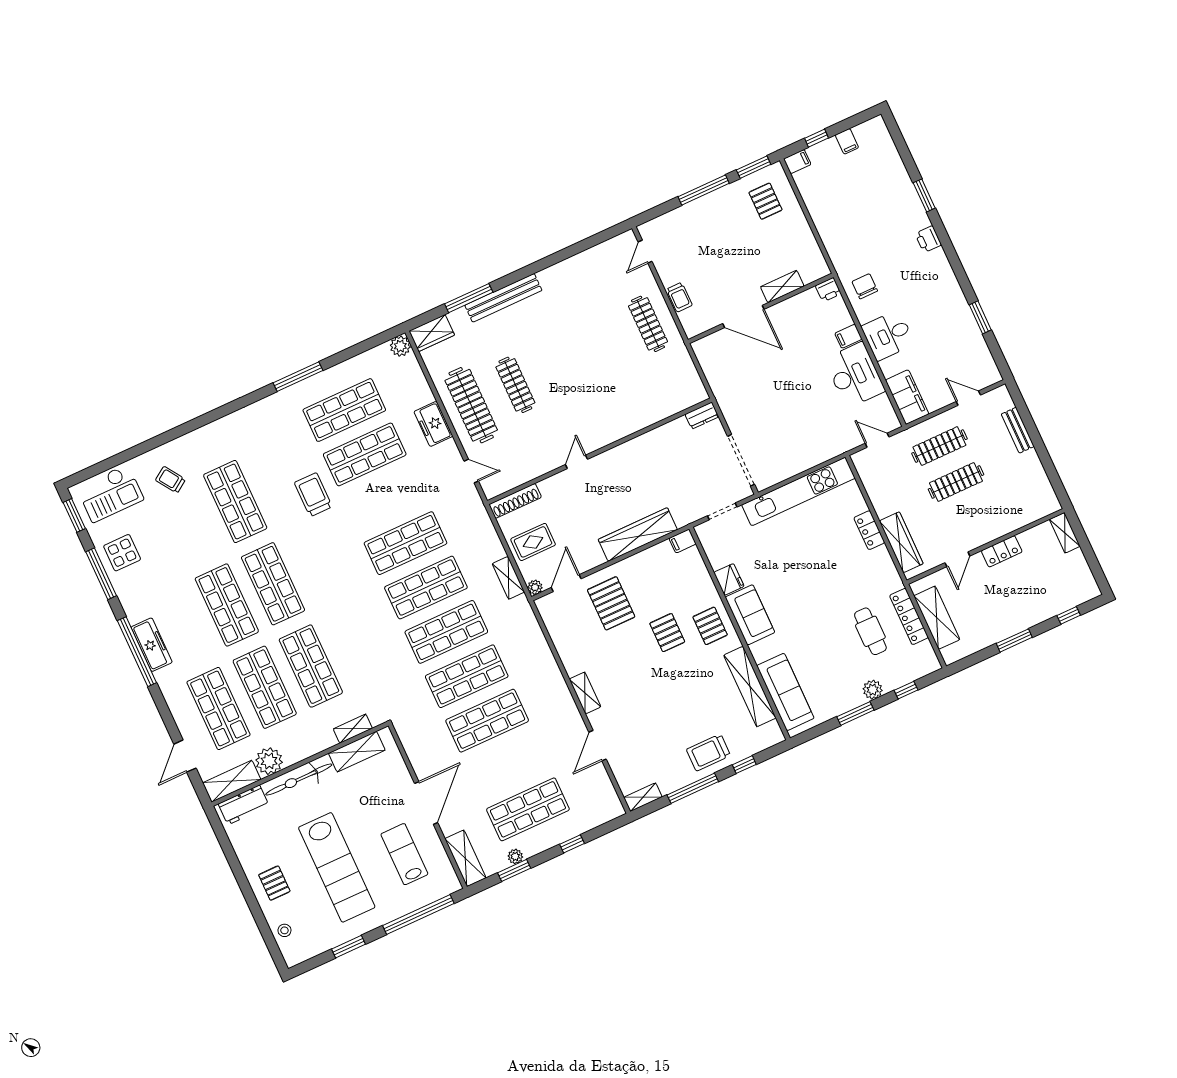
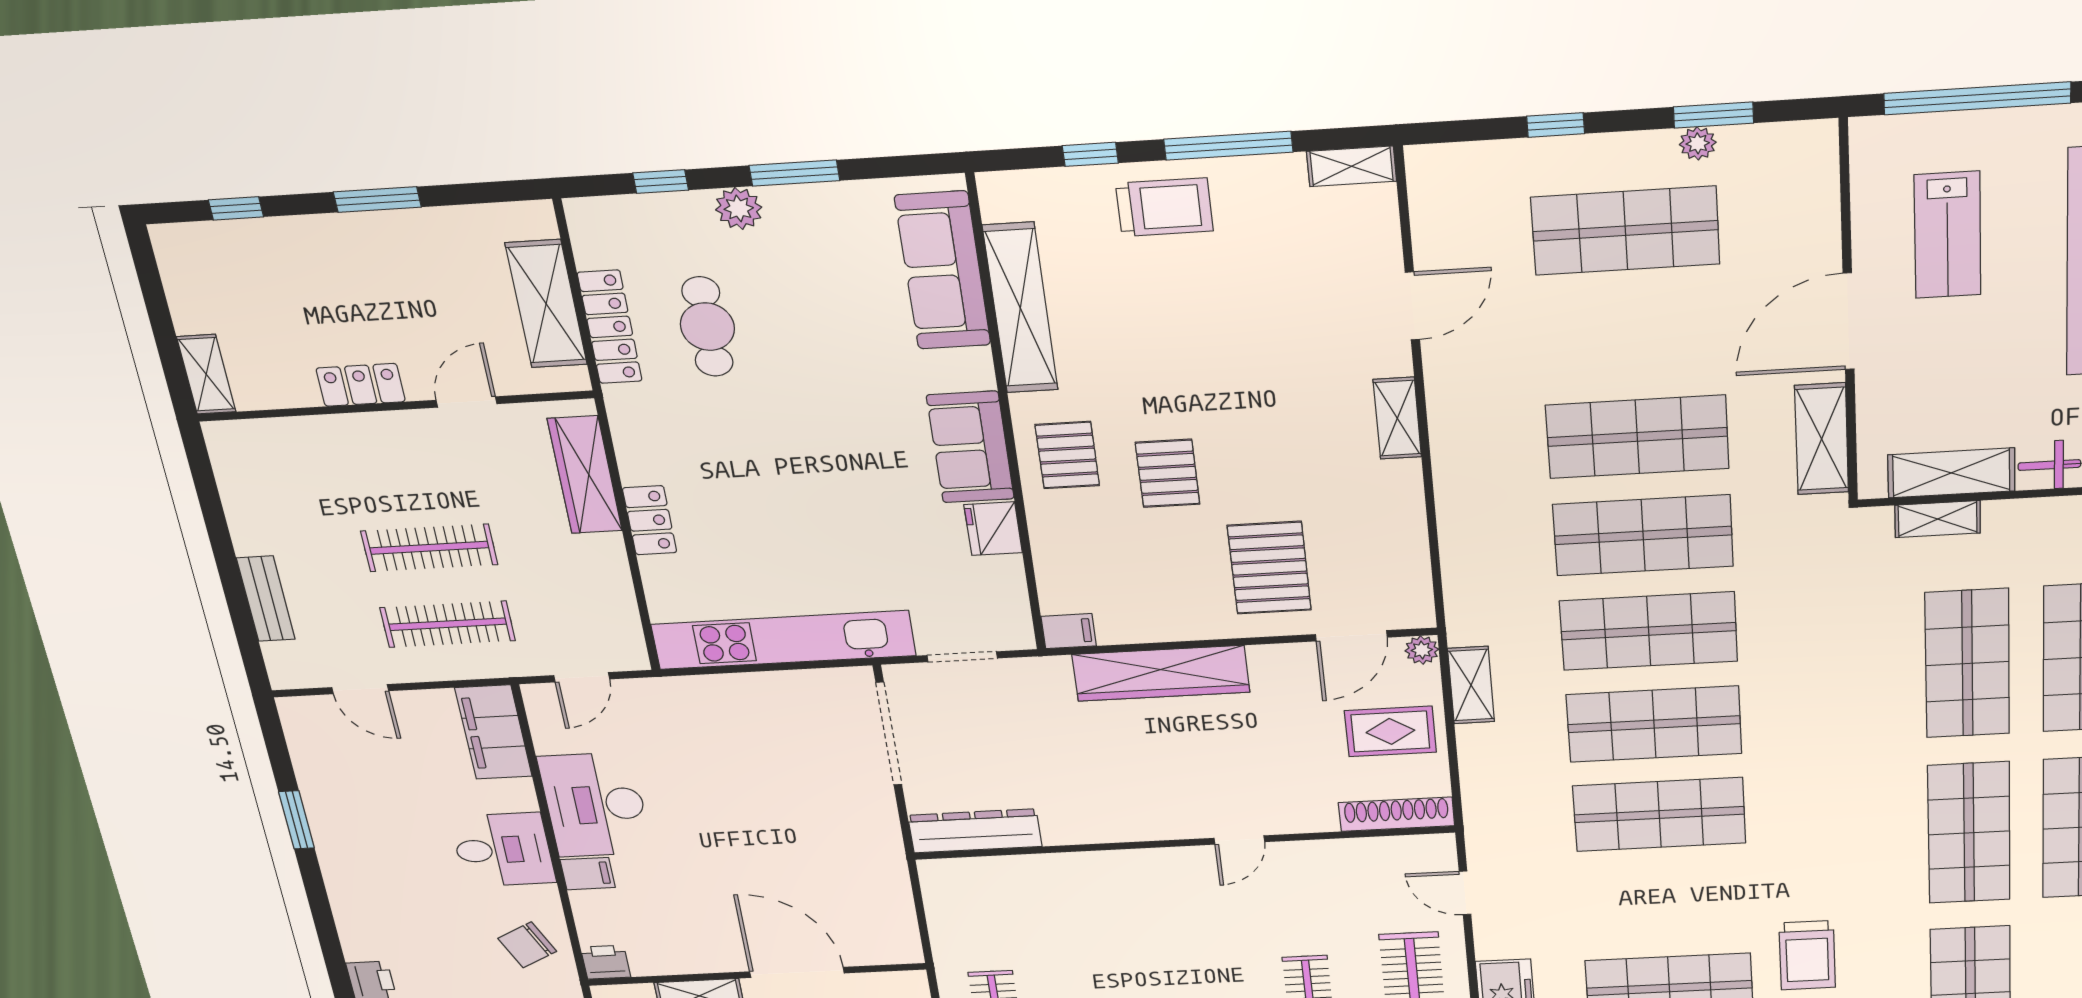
chair: (865, 286) -> (527, 945), turned 64
dresser: (702, 416) -> (975, 831), width x1.96, depth x1.24
door: (877, 440) -> (582, 677), hinge flipped
shelving: (465, 858) -> (1822, 439), moved

